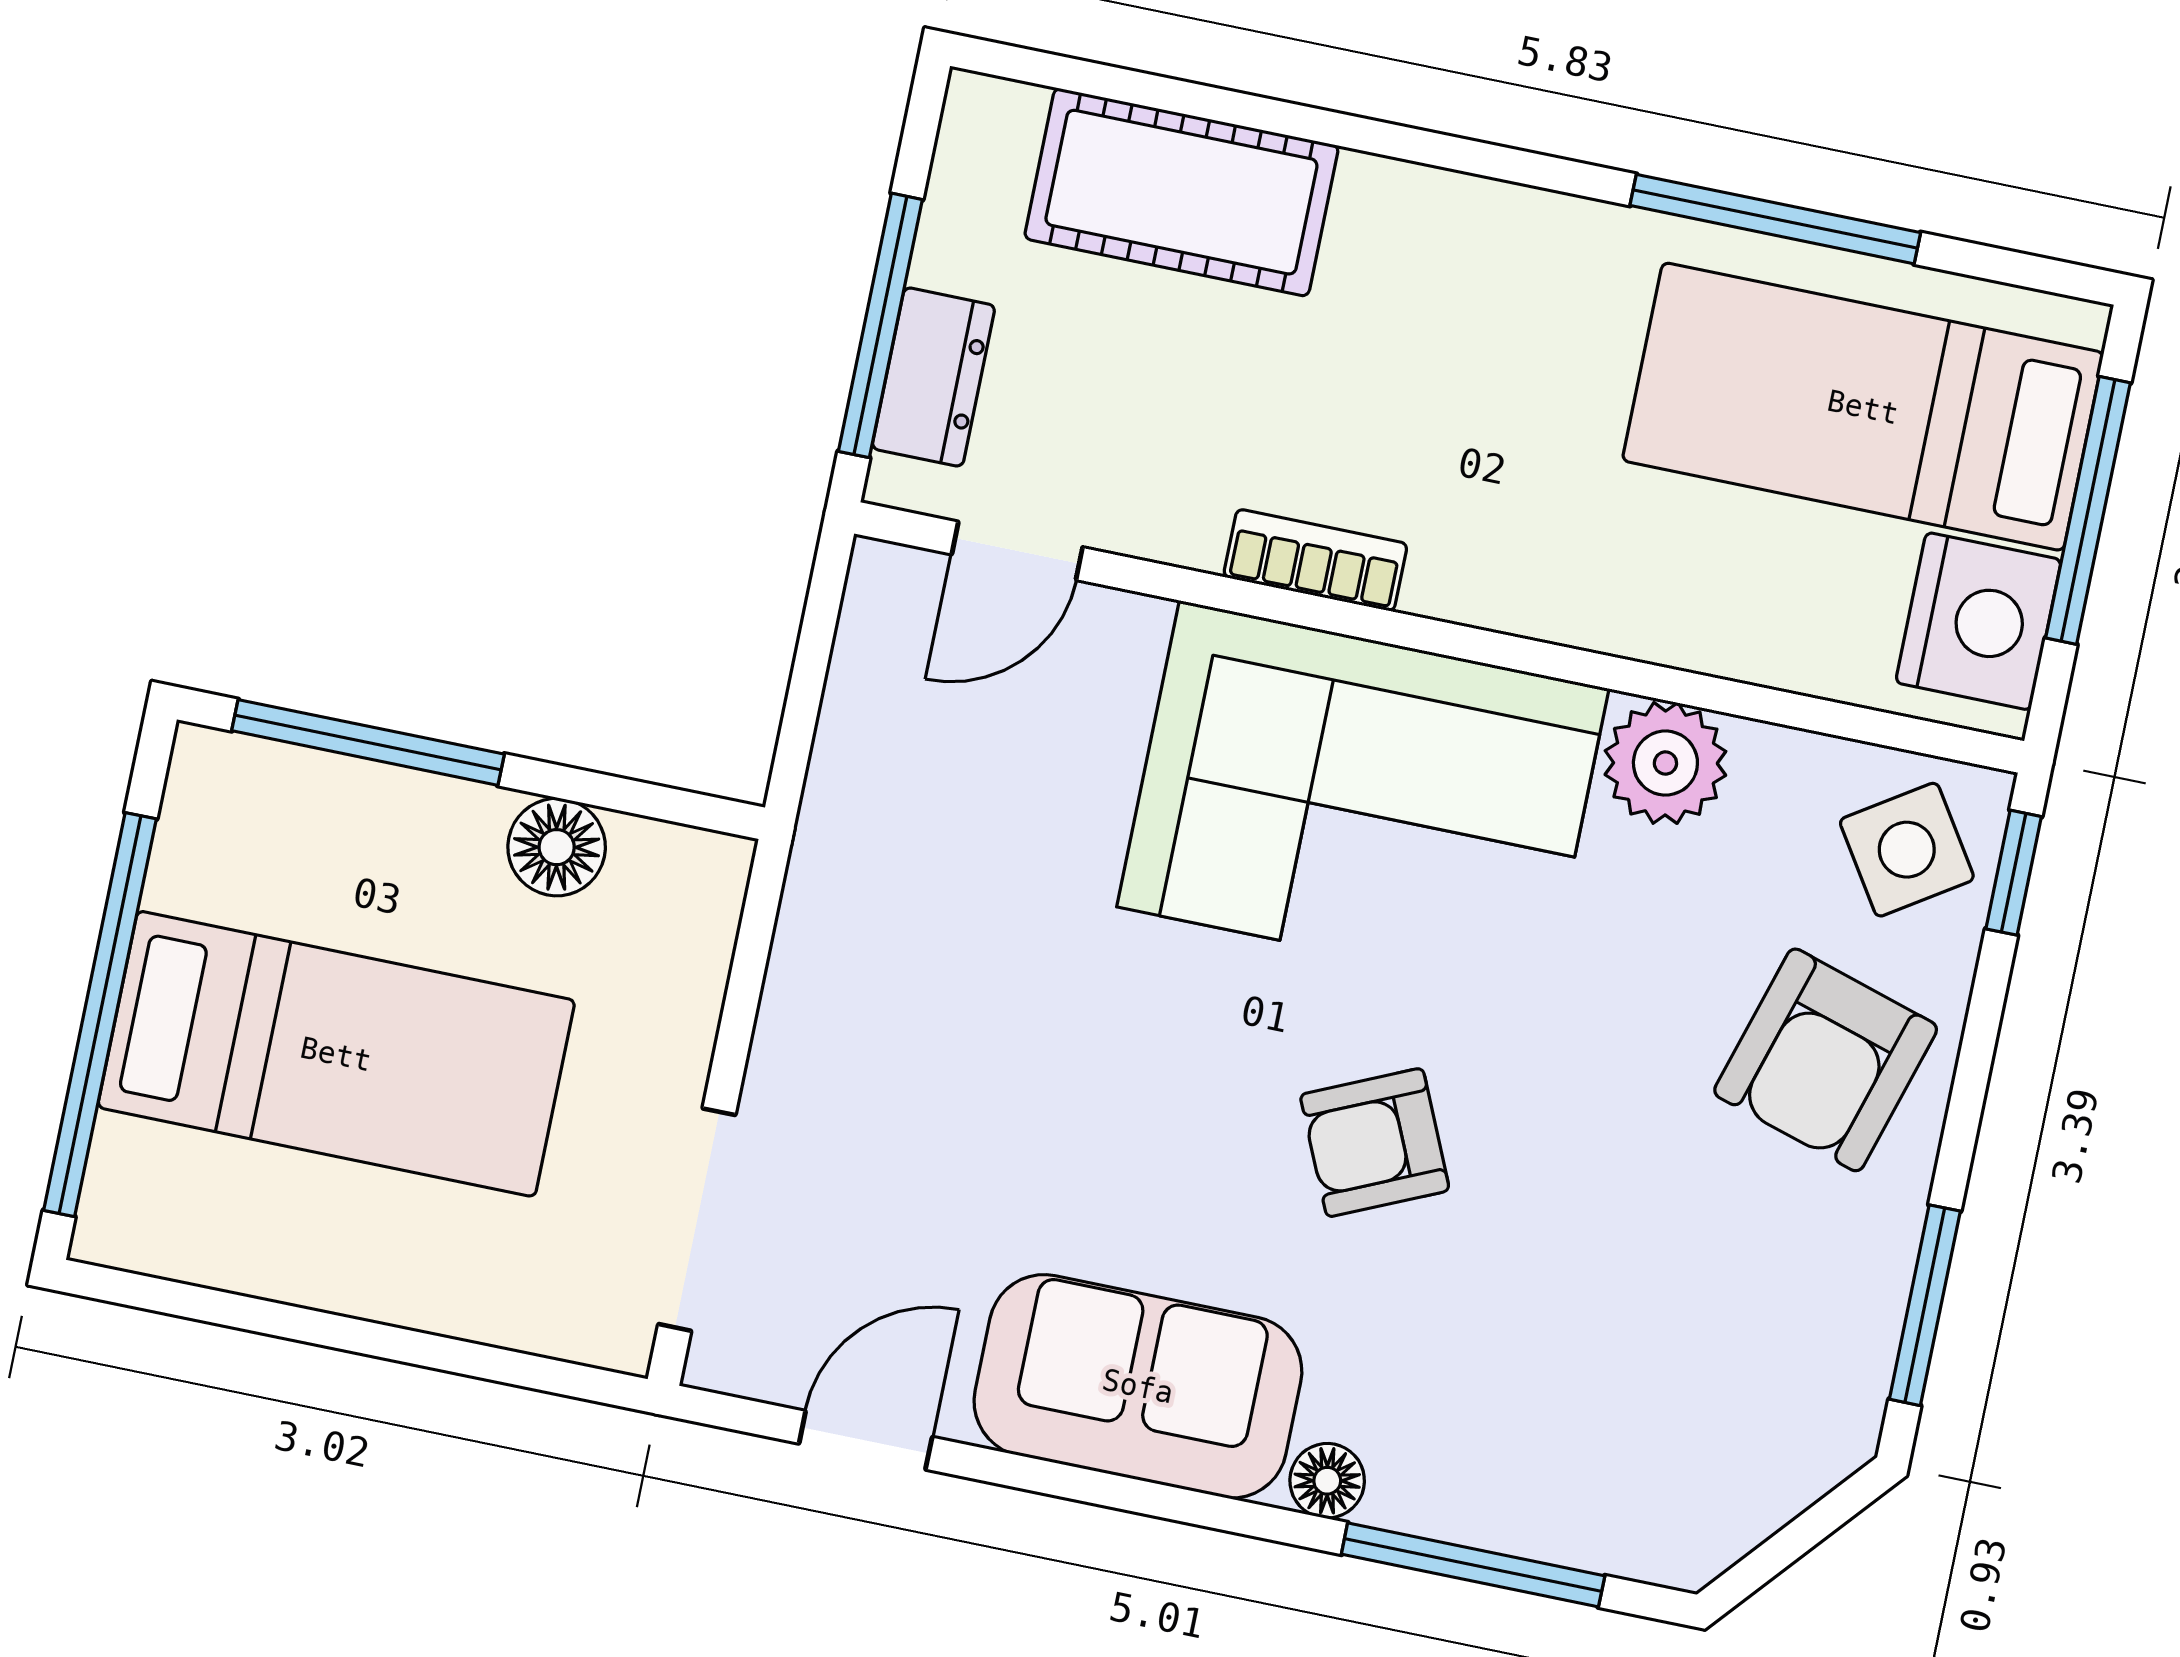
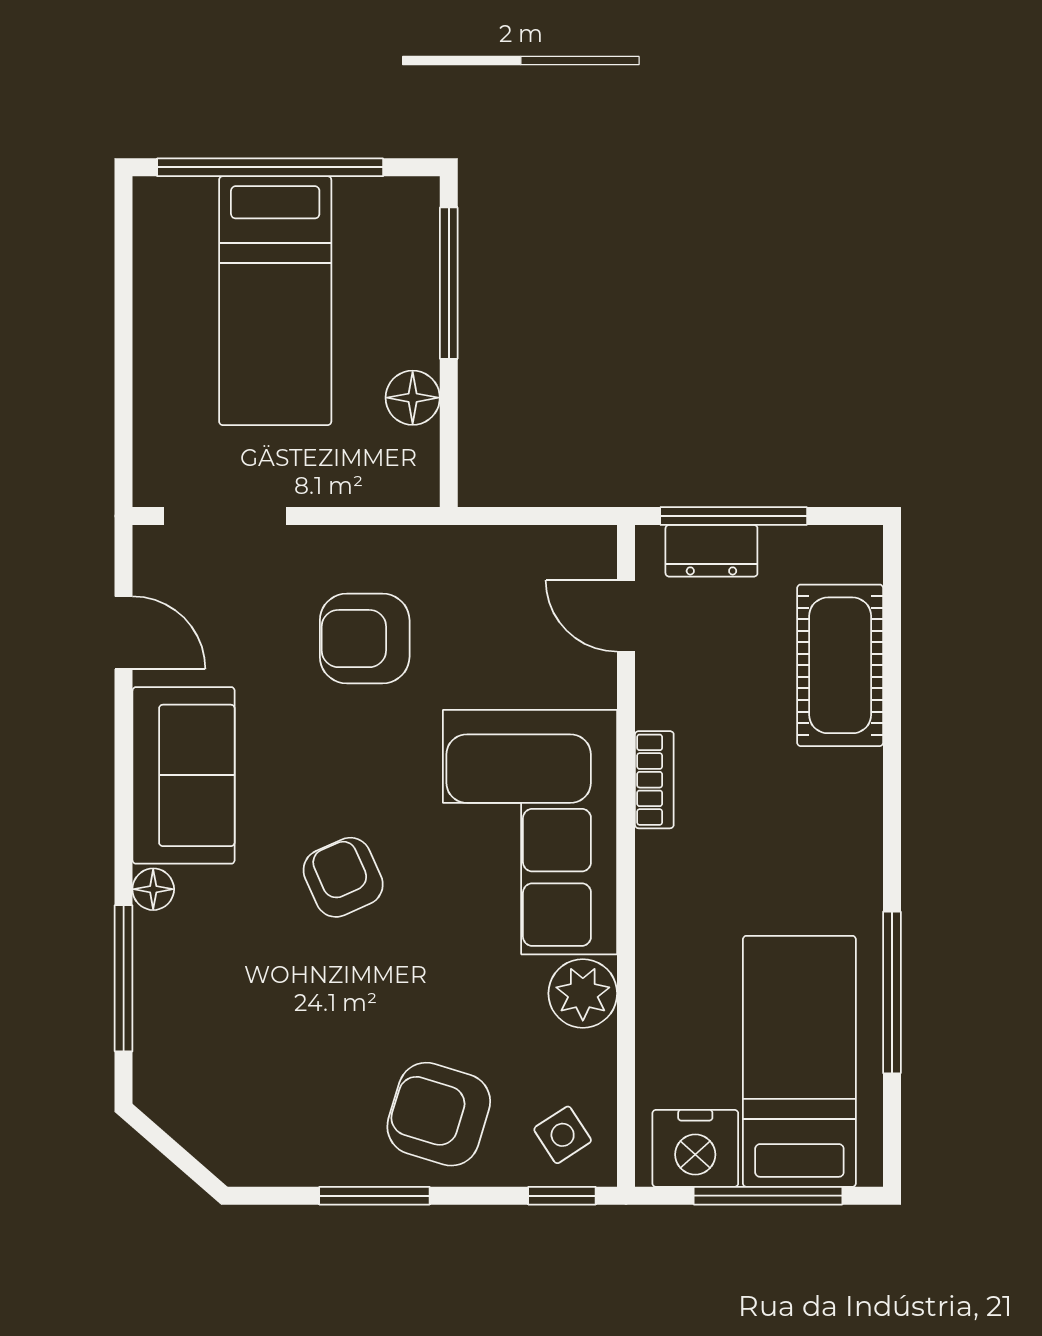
side table: (1907, 850) -> (563, 1135), width x0.73, depth x0.73
armchair: (963, 1019) -> (365, 639), added
window: (1925, 1305) -> (374, 1196), moved

